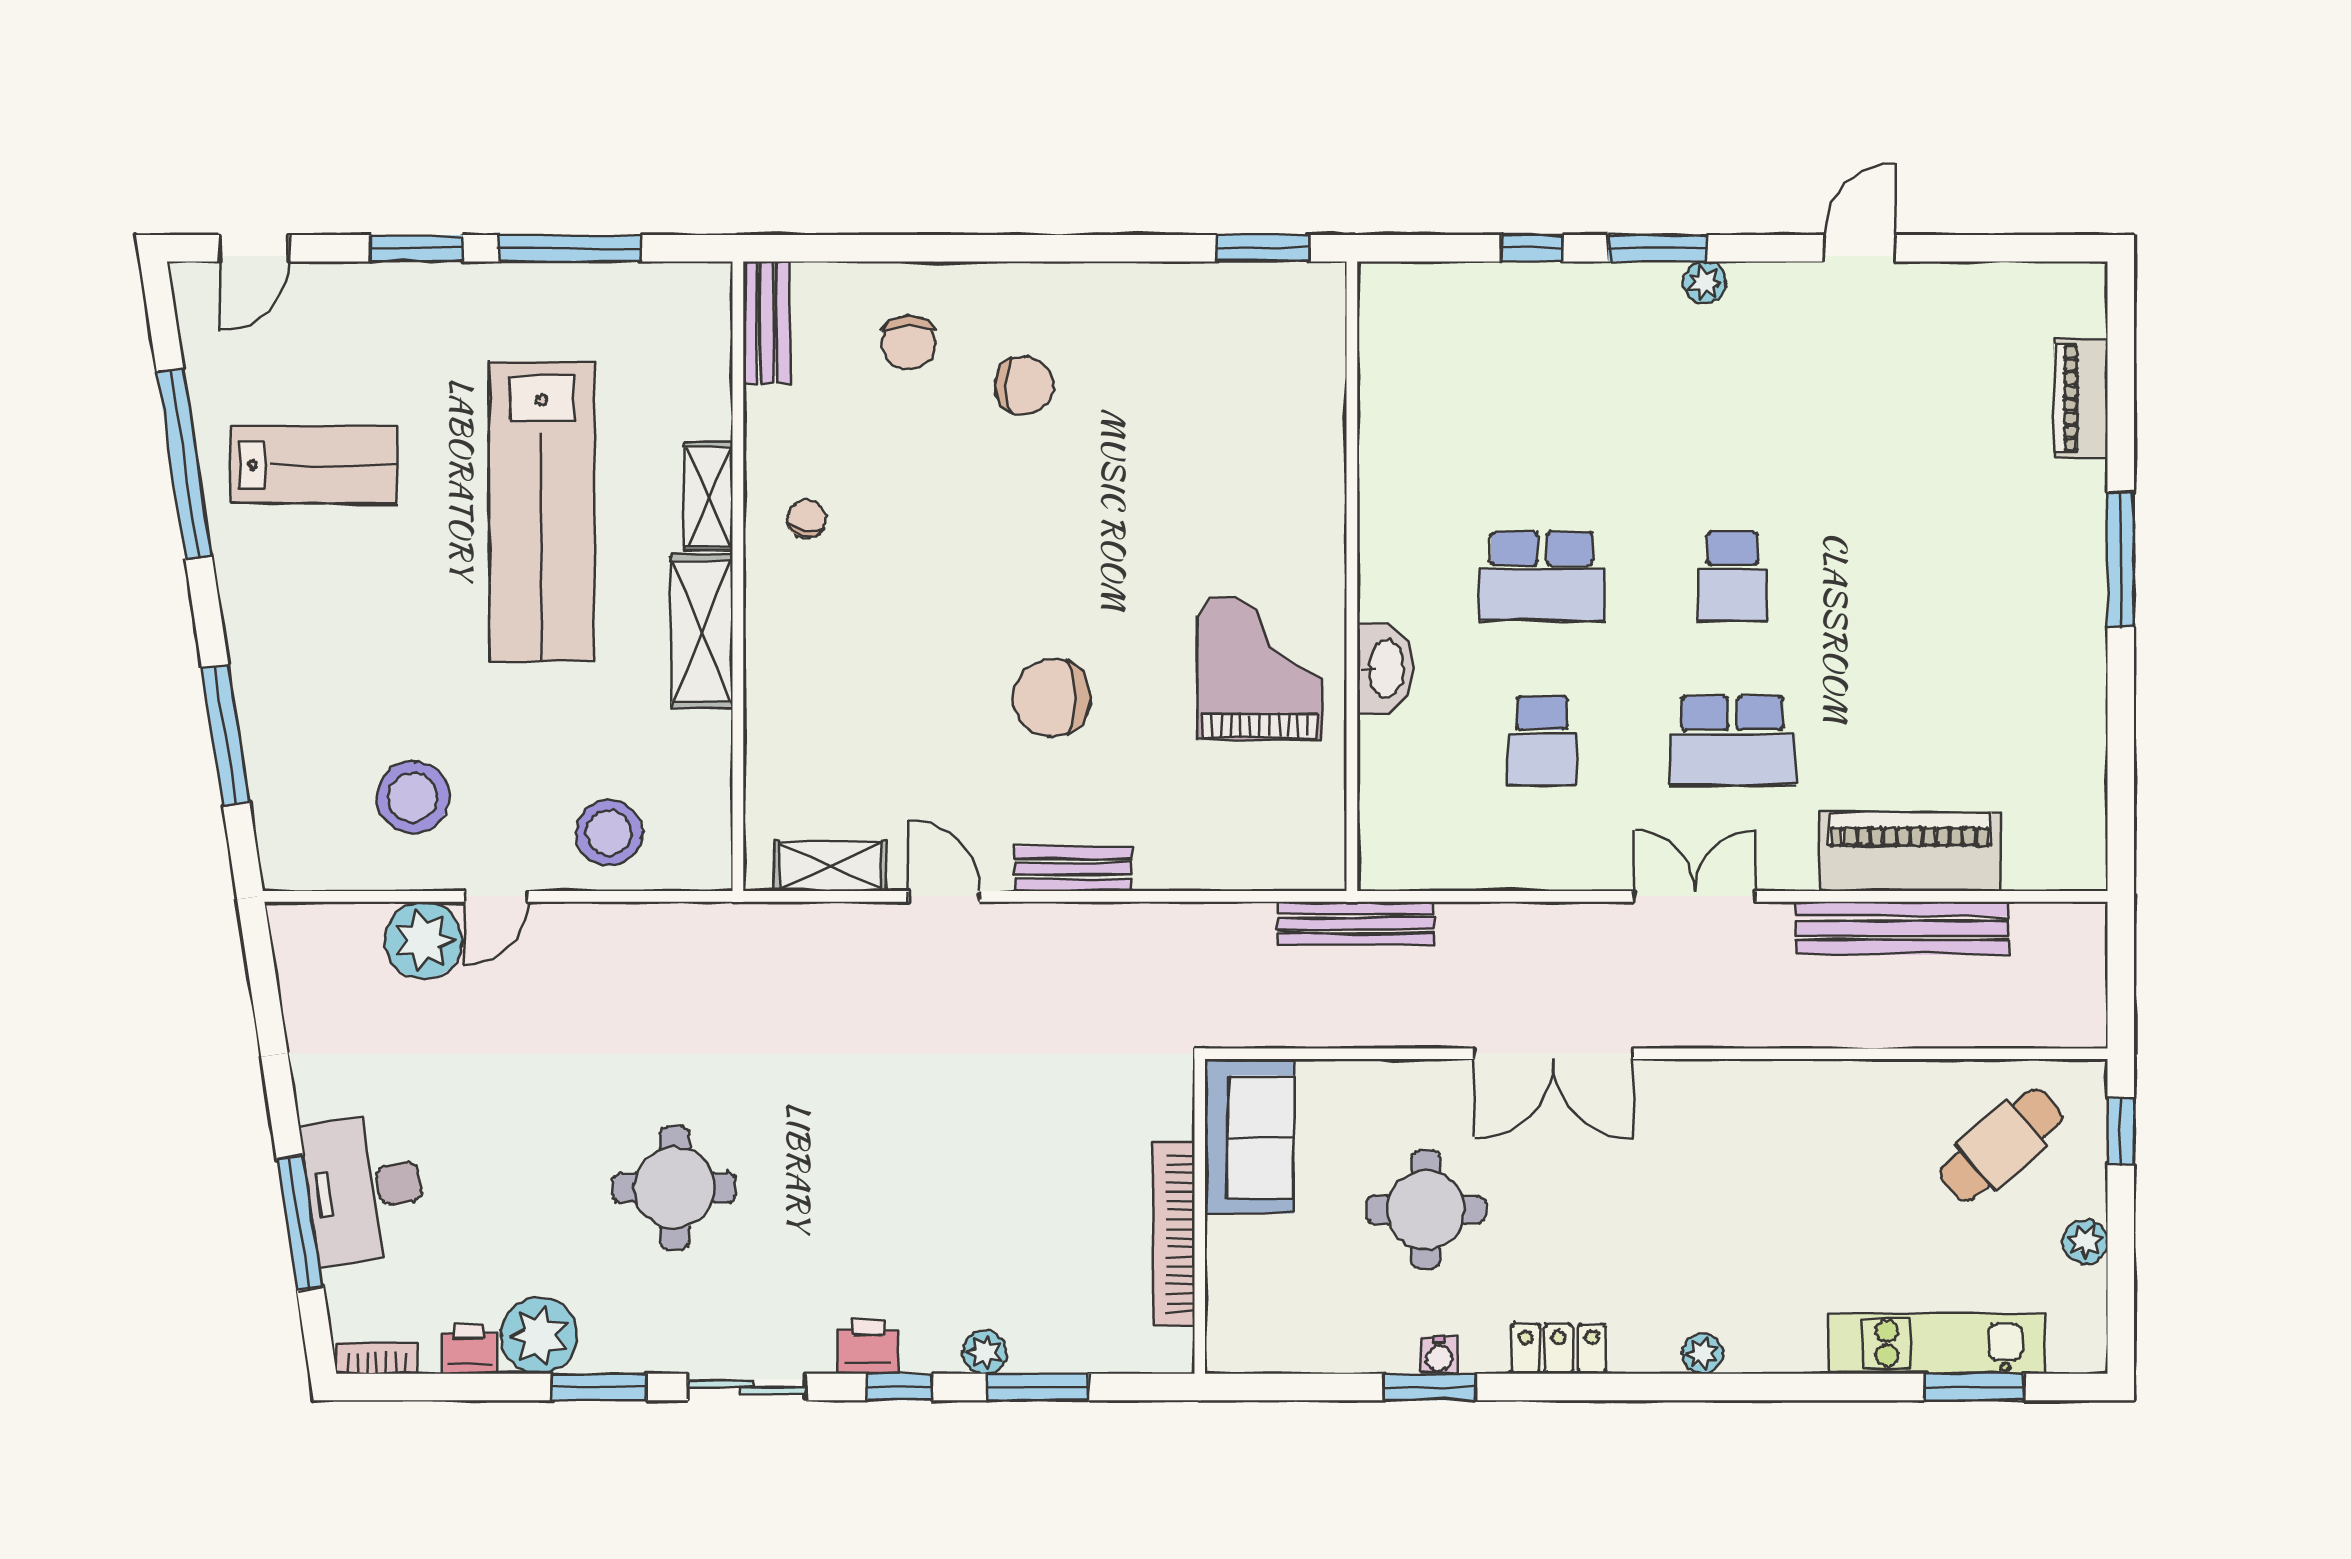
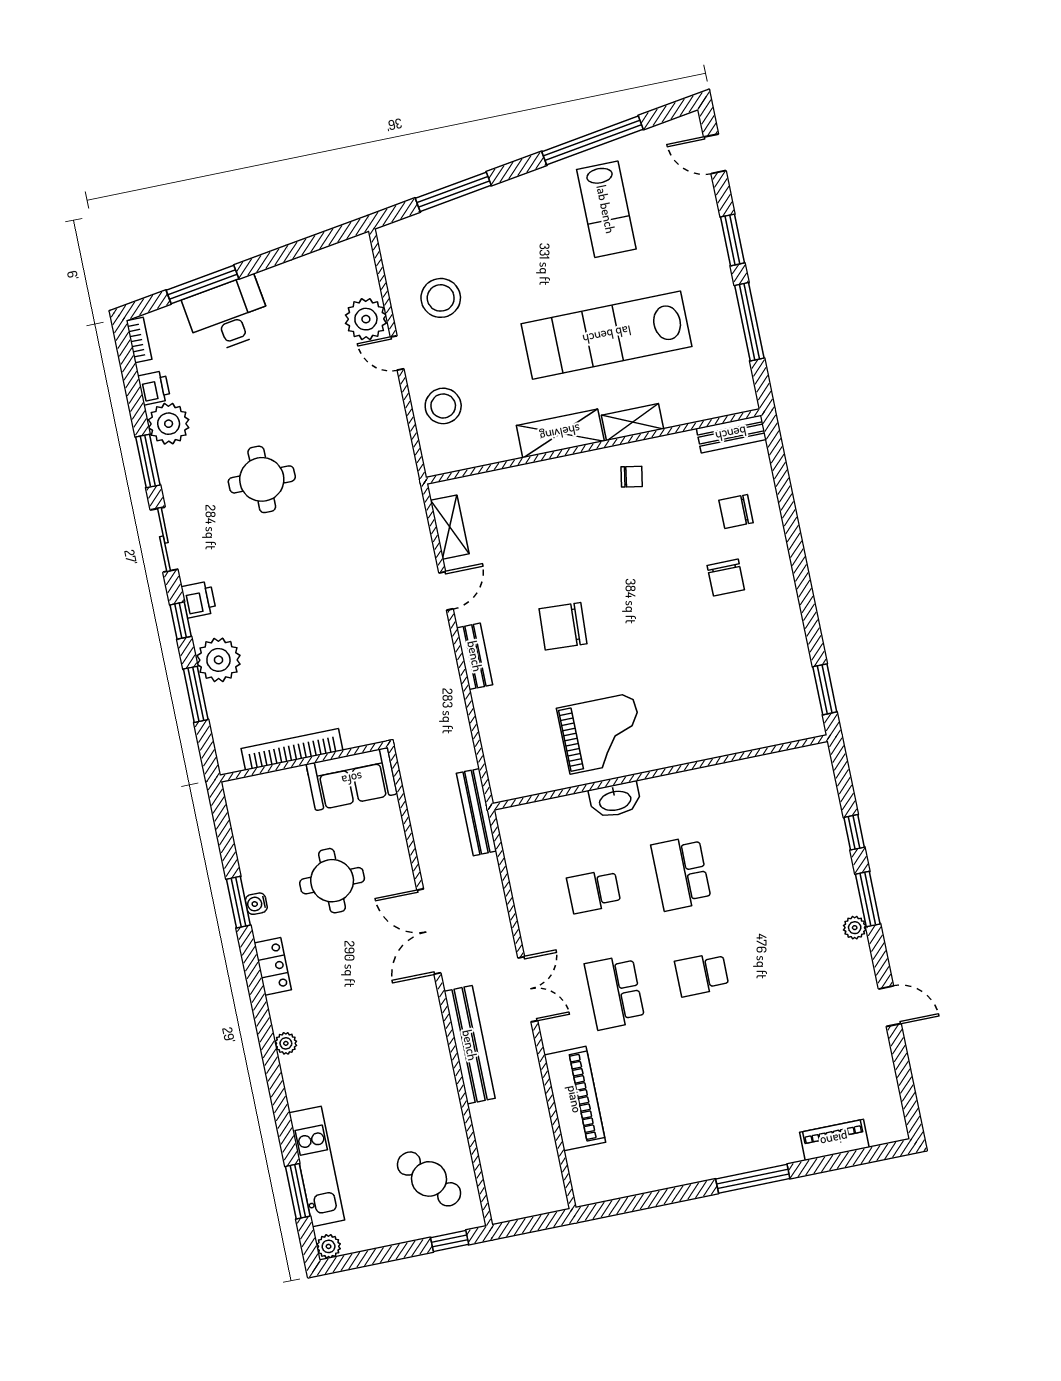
chair: (1052, 698) -> (563, 626), turned -87
bench: (1902, 928) -> (470, 1045), moved
plant: (2086, 1242) -> (329, 1246), moved
plant: (985, 1352) -> (218, 660), width x1.87, depth x1.87

